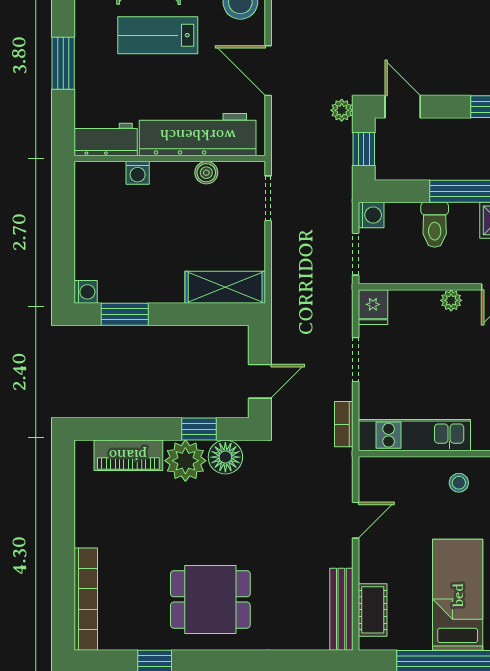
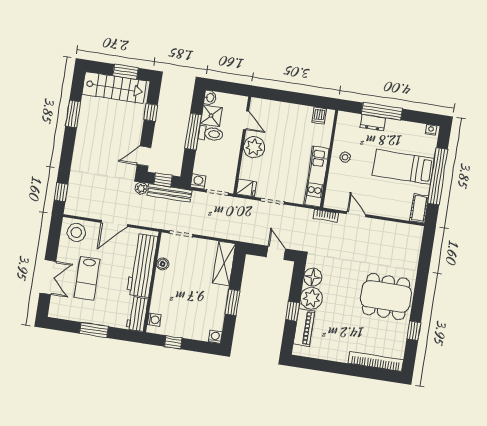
washing machine: (138, 173) -> (154, 320), moved
window: (63, 215) -> (173, 342), added
toilet: (435, 225) -> (211, 134), moved
plant: (451, 300) -> (254, 147), width x1.88, depth x1.88
window: (125, 314) -> (232, 302), moved
bookcase: (344, 424) -> (326, 216), moved
window: (199, 429) -> (293, 311), moved
dining table: (210, 599) -> (386, 296), width x1.37
bench: (341, 609) -> (169, 193), moved
cot: (373, 610) -> (419, 208), moved, turned 90

